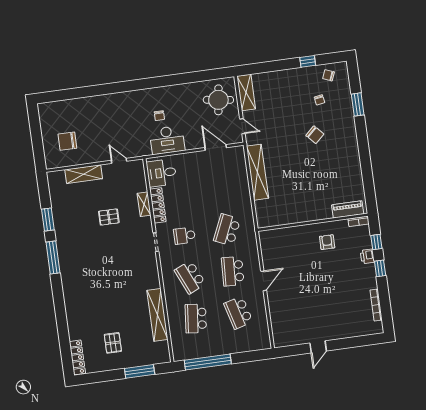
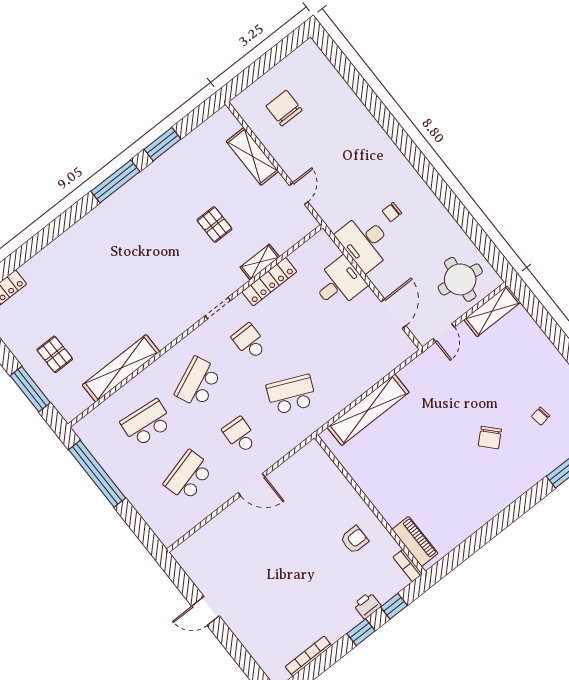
shelving: (257, 172) -> (368, 410), moved
desk: (162, 173) -> (339, 283), moved, turned 90
school desk: (233, 271) -> (240, 435), width x0.54
pallet: (113, 343) -> (55, 354), moved, turned 90

